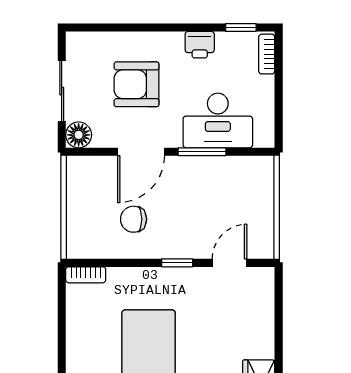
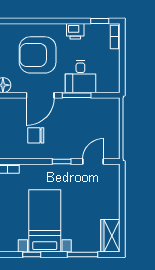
armchair: (137, 84) -> (38, 55), width x1.36, depth x1.36
desk: (218, 120) -> (80, 77), width x0.73

